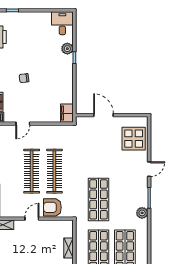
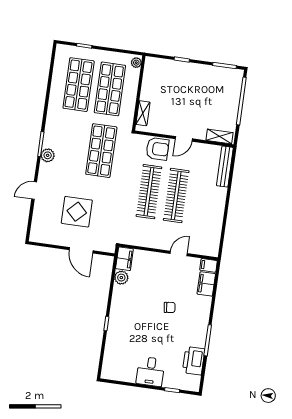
desk: (62, 23) -> (150, 371), moved
plant: (67, 49) -> (121, 278), moved
display table: (134, 139) -> (77, 212), moved
door: (149, 169) -> (34, 191), moved
plant: (142, 213) -> (48, 155), moved
shelving: (68, 248) -> (143, 113), moved

